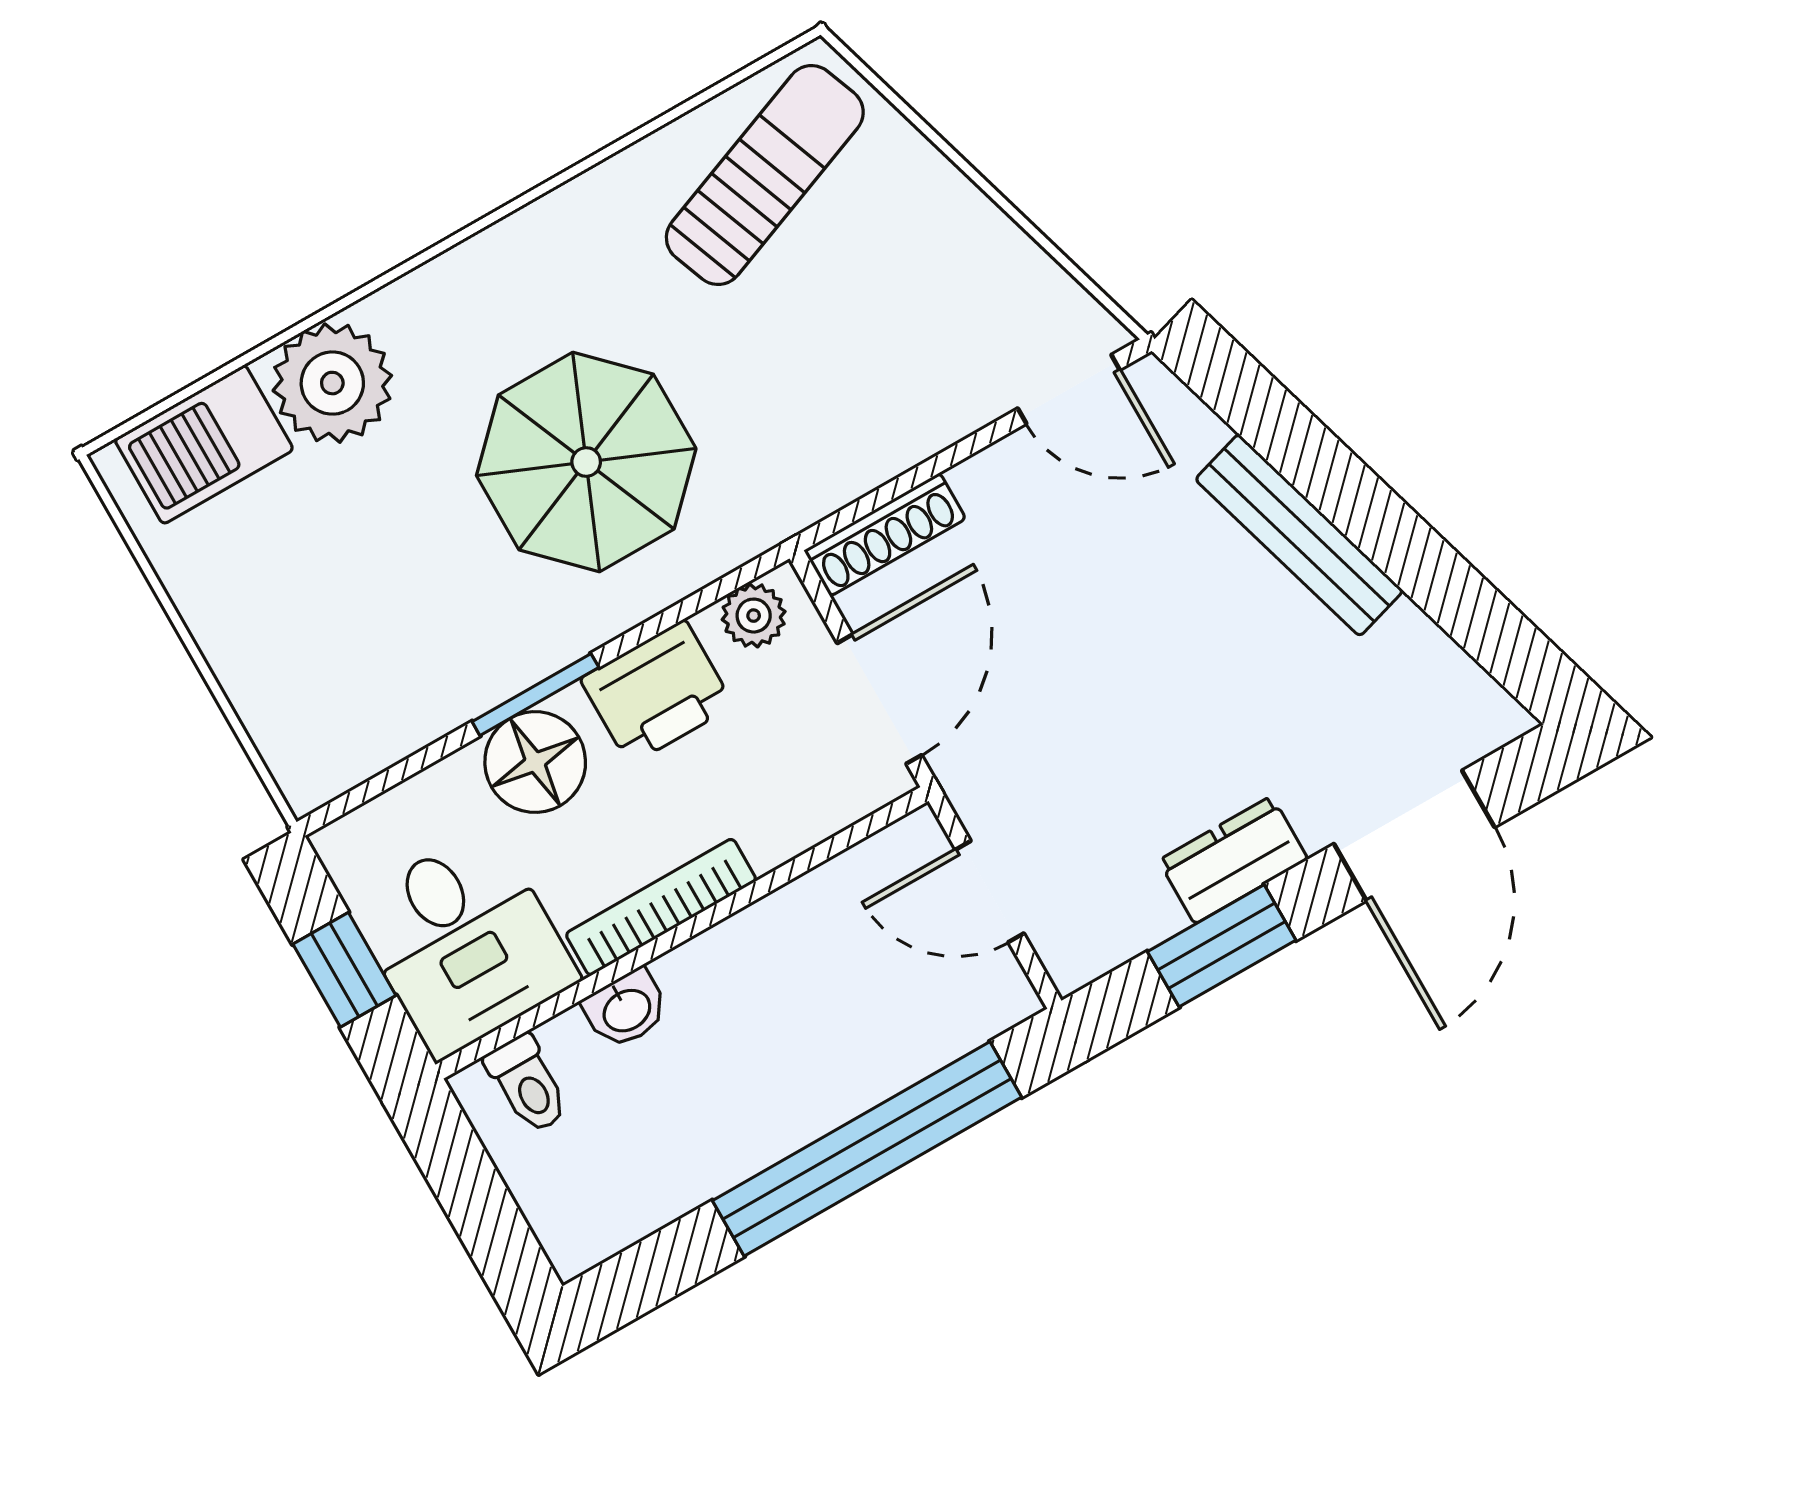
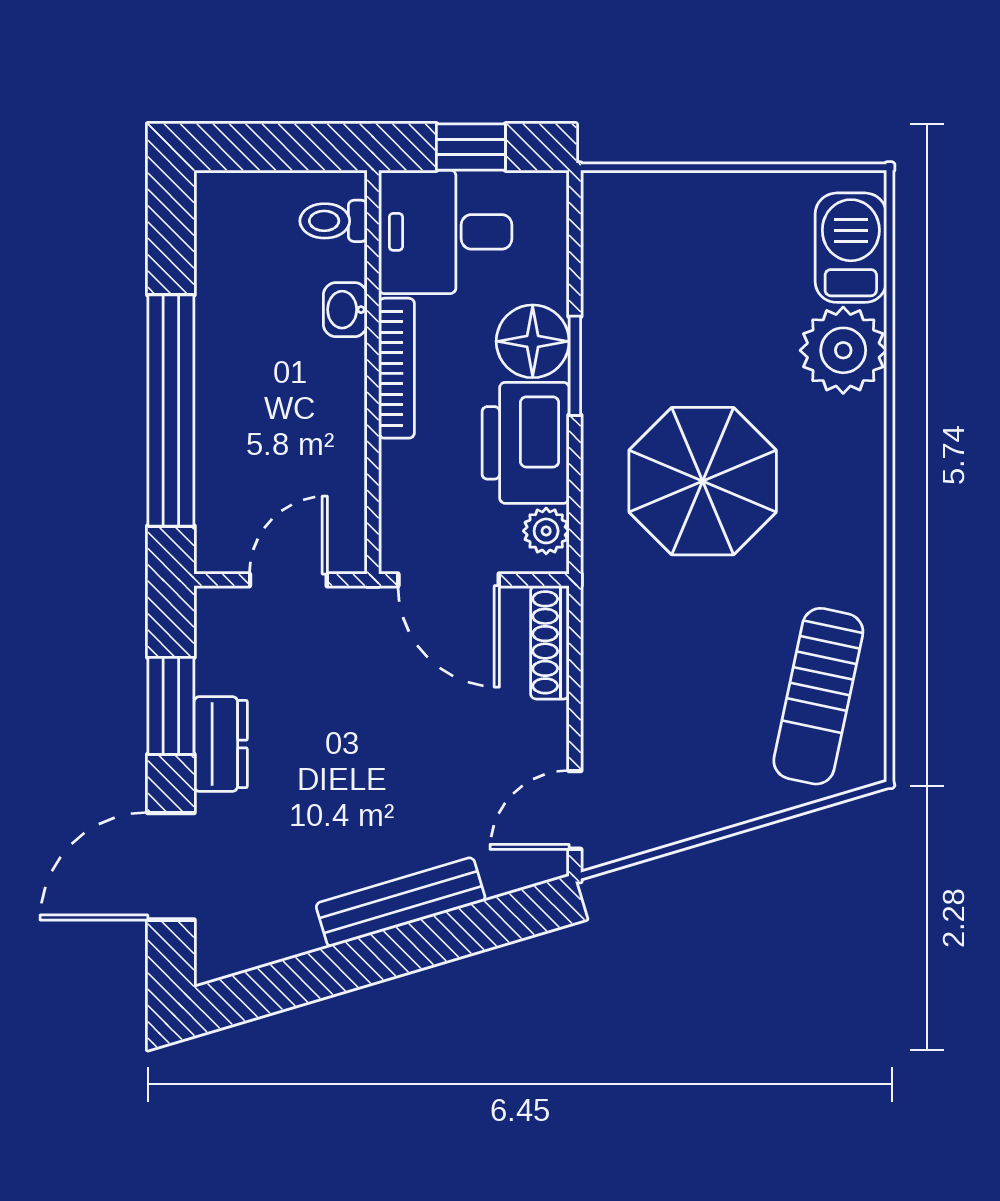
sun lounger: (765, 175) -> (818, 696), turned 33
printer: (657, 692) -> (526, 443), width x1.37, depth x1.19
door: (1414, 836) -> (171, 866), hinge flipped

